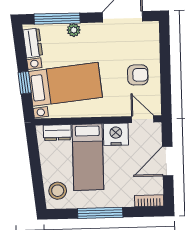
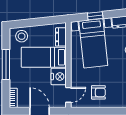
armchair: (138, 75) -> (98, 92), turned -90

